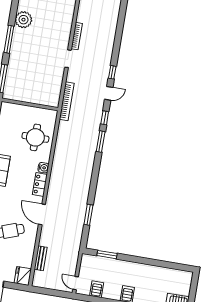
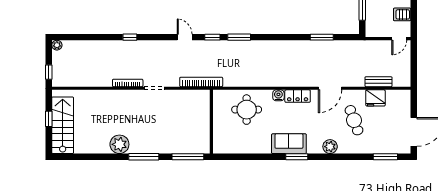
window: (112, 72) -> (130, 37), moved
fridge: (23, 276) -> (376, 98), moved

